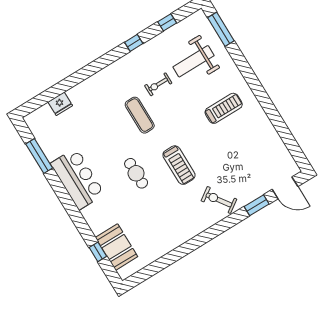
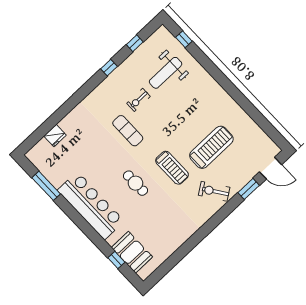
window: (221, 29) -> (184, 39), width x0.46
treadmill: (224, 108) -> (211, 147), moved, width x1.37, depth x1.38
bar counter: (78, 179) -> (91, 206), width x1.36

